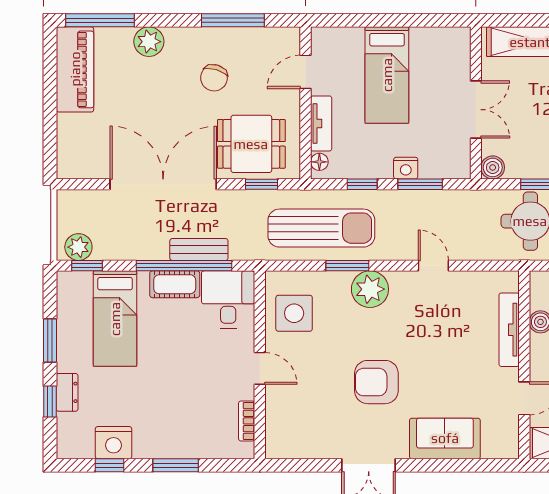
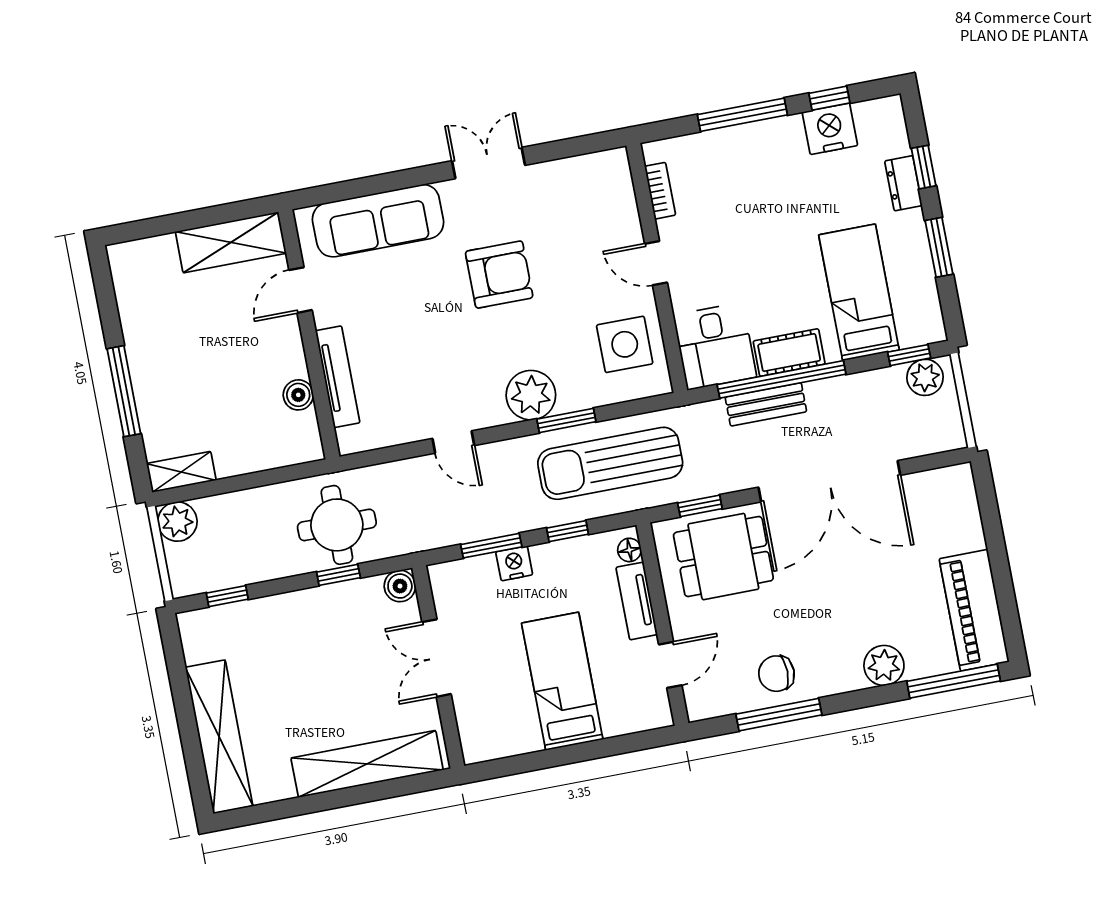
chair: (214, 78) -> (776, 674), moved, turned -107
sofa: (445, 438) -> (378, 221), width x1.36
window: (176, 465) -> (742, 115), width x1.44

